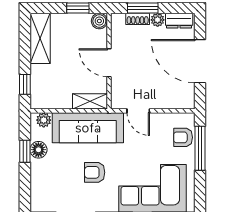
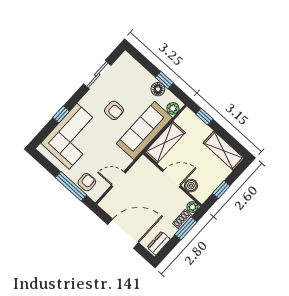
plant: (158, 20) -> (192, 207), moved
boiler: (99, 21) -> (191, 186), moved
shelving: (90, 101) -> (165, 142), width x1.50, depth x1.33
door: (138, 111) -> (118, 179), moved
armchair: (95, 172) -> (114, 110), turned 90

